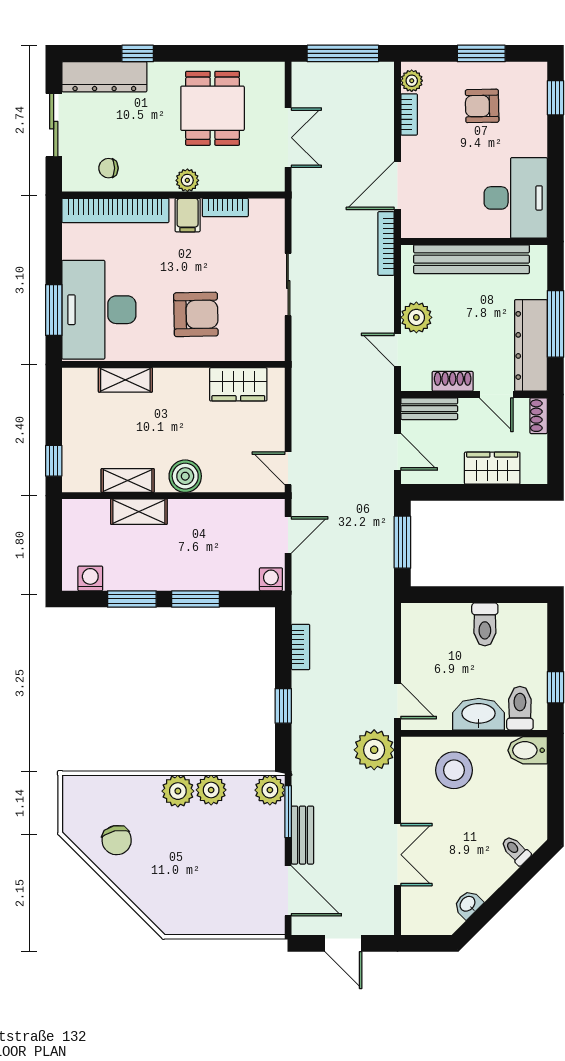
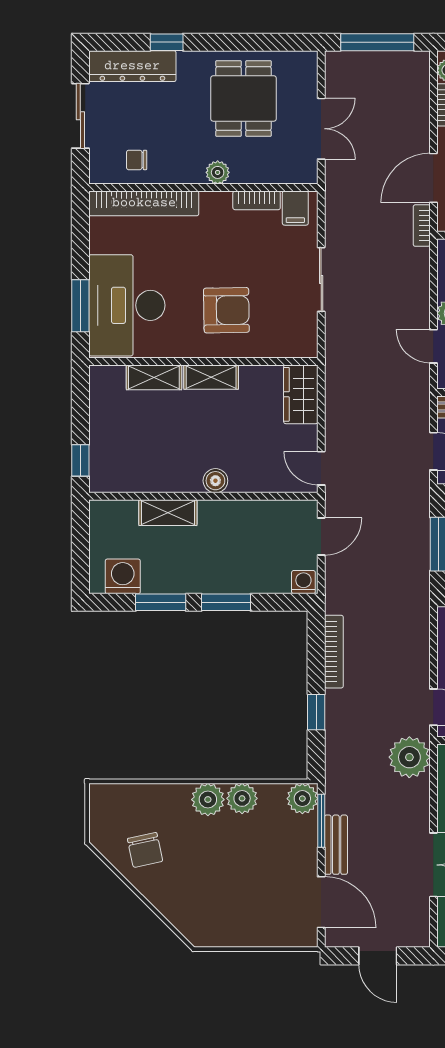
filing cabinet: (188, 215) -> (295, 208), moved
bookcase: (386, 243) -> (422, 226), width x0.64
wardrobe: (238, 384) -> (301, 394), moved, turned 90
boiler: (185, 476) -> (215, 481), width x0.73, depth x0.73
shelving: (128, 480) -> (211, 377), moved
washing machine: (90, 578) -> (123, 576), width x1.38, depth x1.38
bookcase: (301, 647) -> (334, 652), width x1.56

